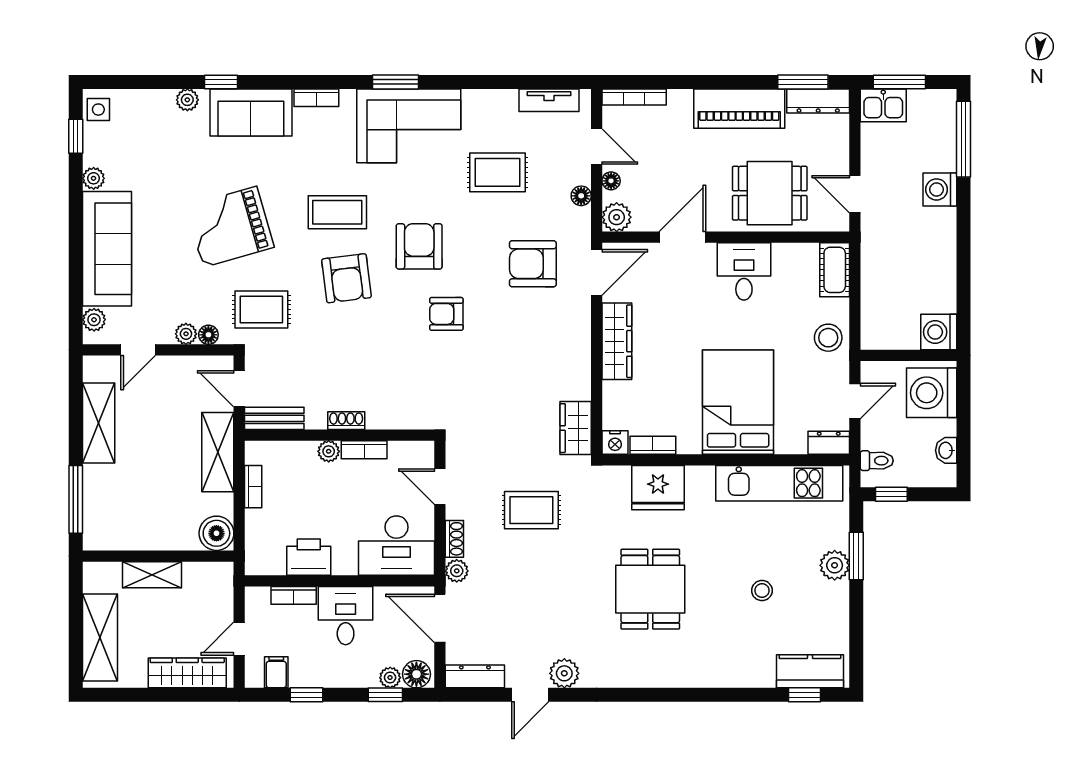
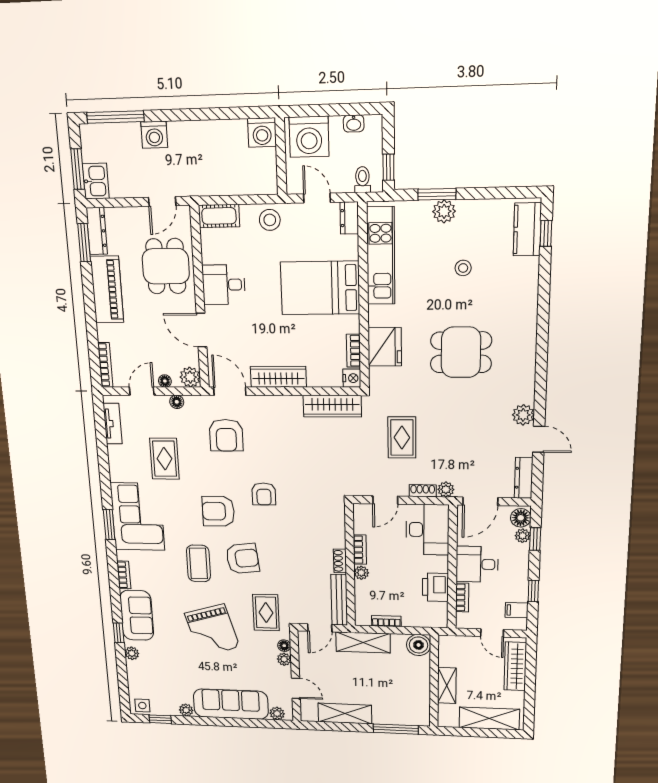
bench: (274, 418) -> (339, 600), width x1.36
wardrobe: (576, 428) -> (332, 406), width x1.50

